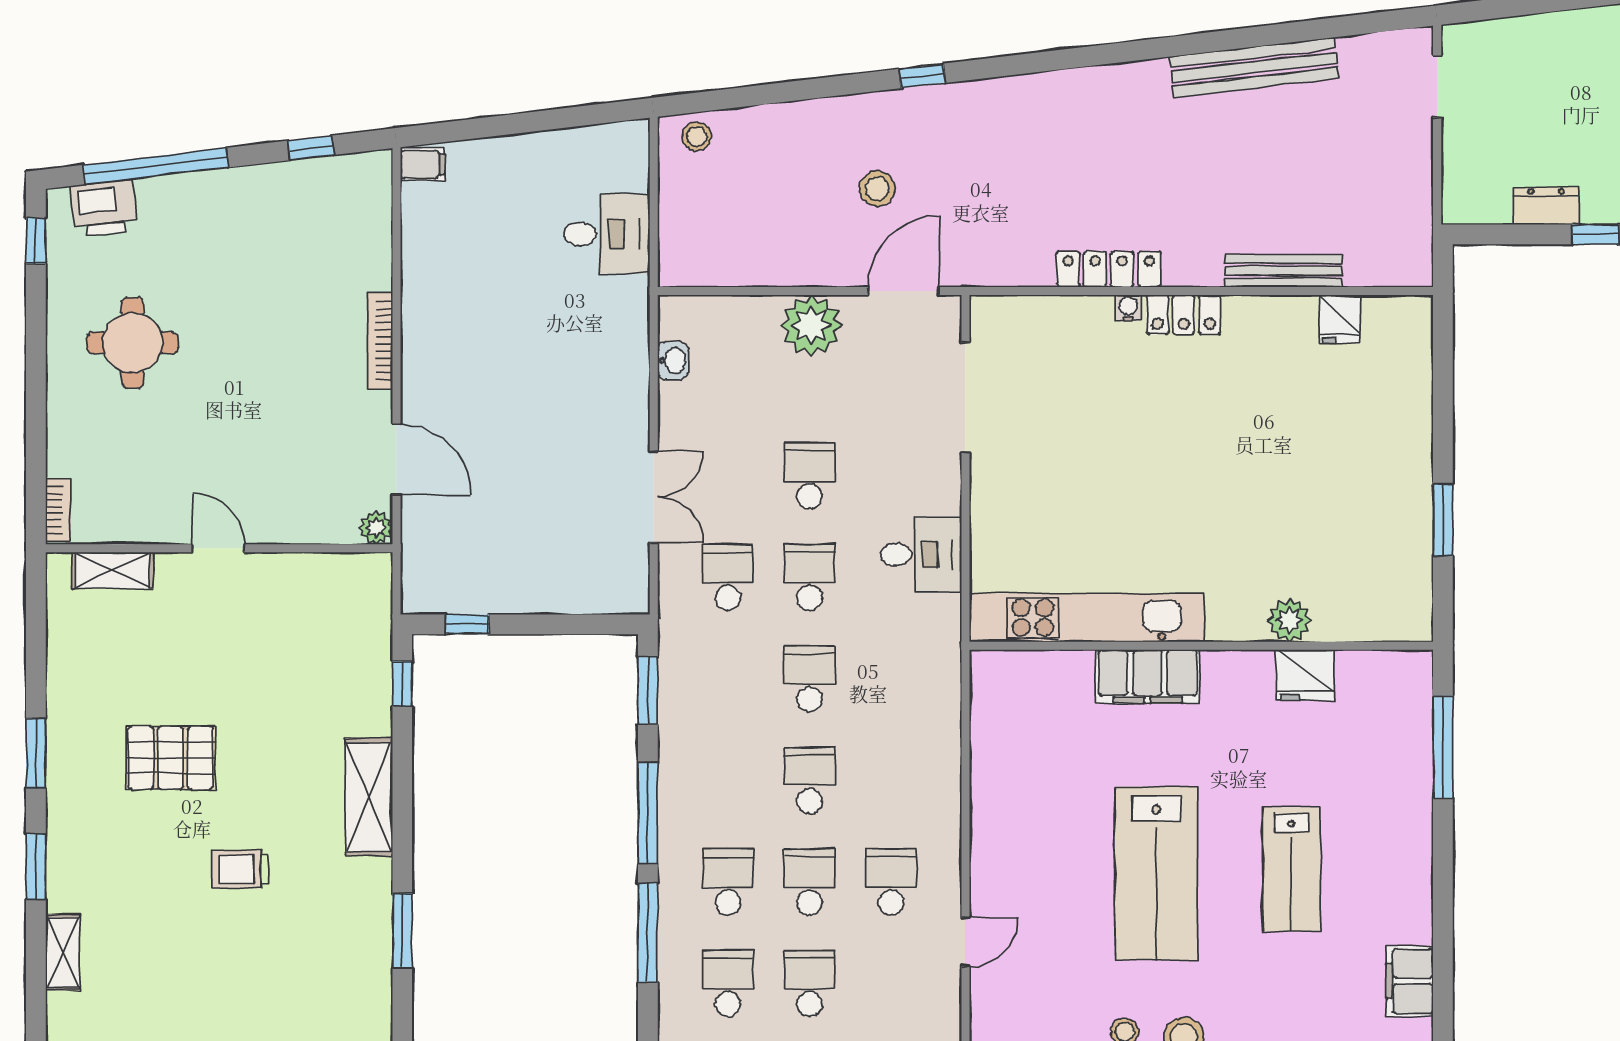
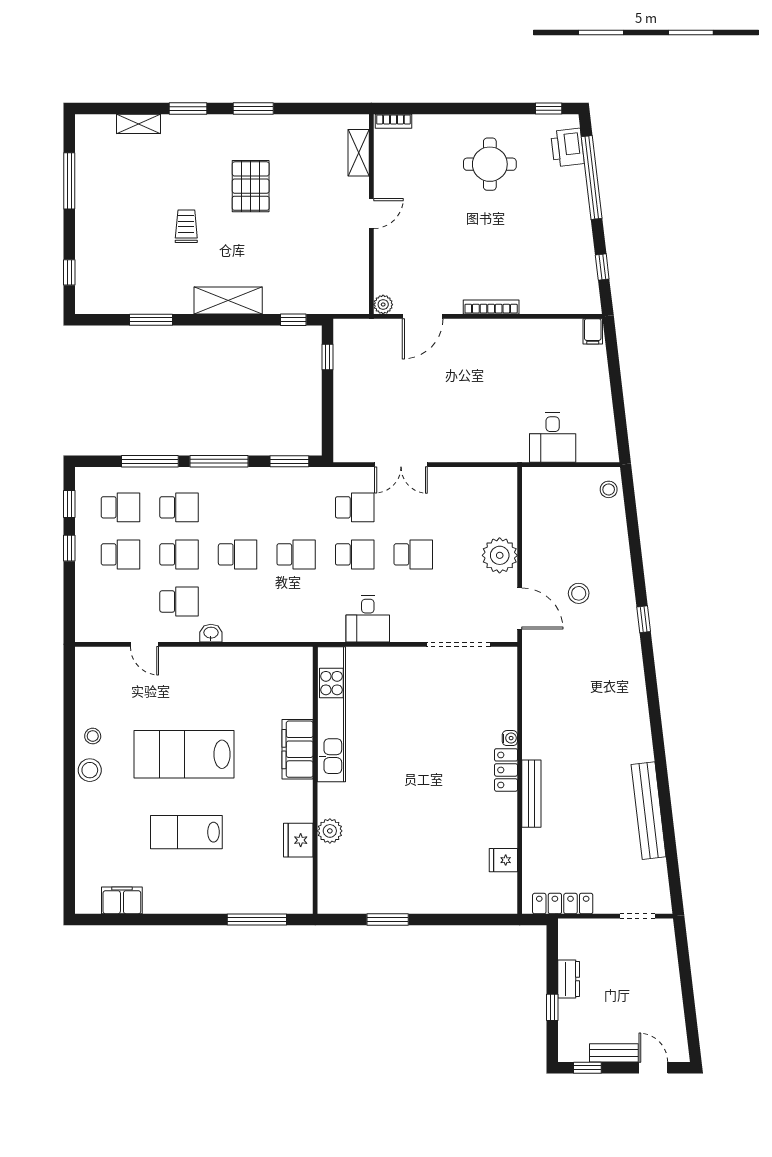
locker: (1109, 269) -> (563, 904), moved, turned -90
bench: (1283, 271) -> (531, 794), moved
washbasin: (673, 361) -> (211, 633), moved, turned 180

